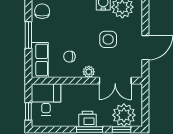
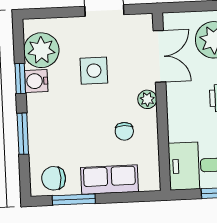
window: (28, 35) -> (74, 199), moved
row of seats: (40, 60) -> (109, 180), moved

